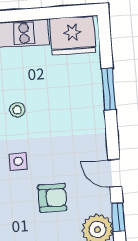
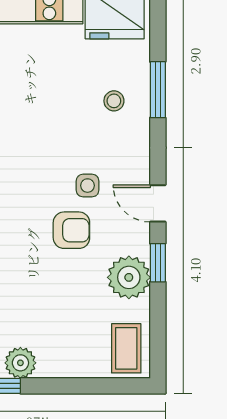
stool: (17, 110) -> (114, 101), moved
side table: (18, 161) -> (88, 186), moved

